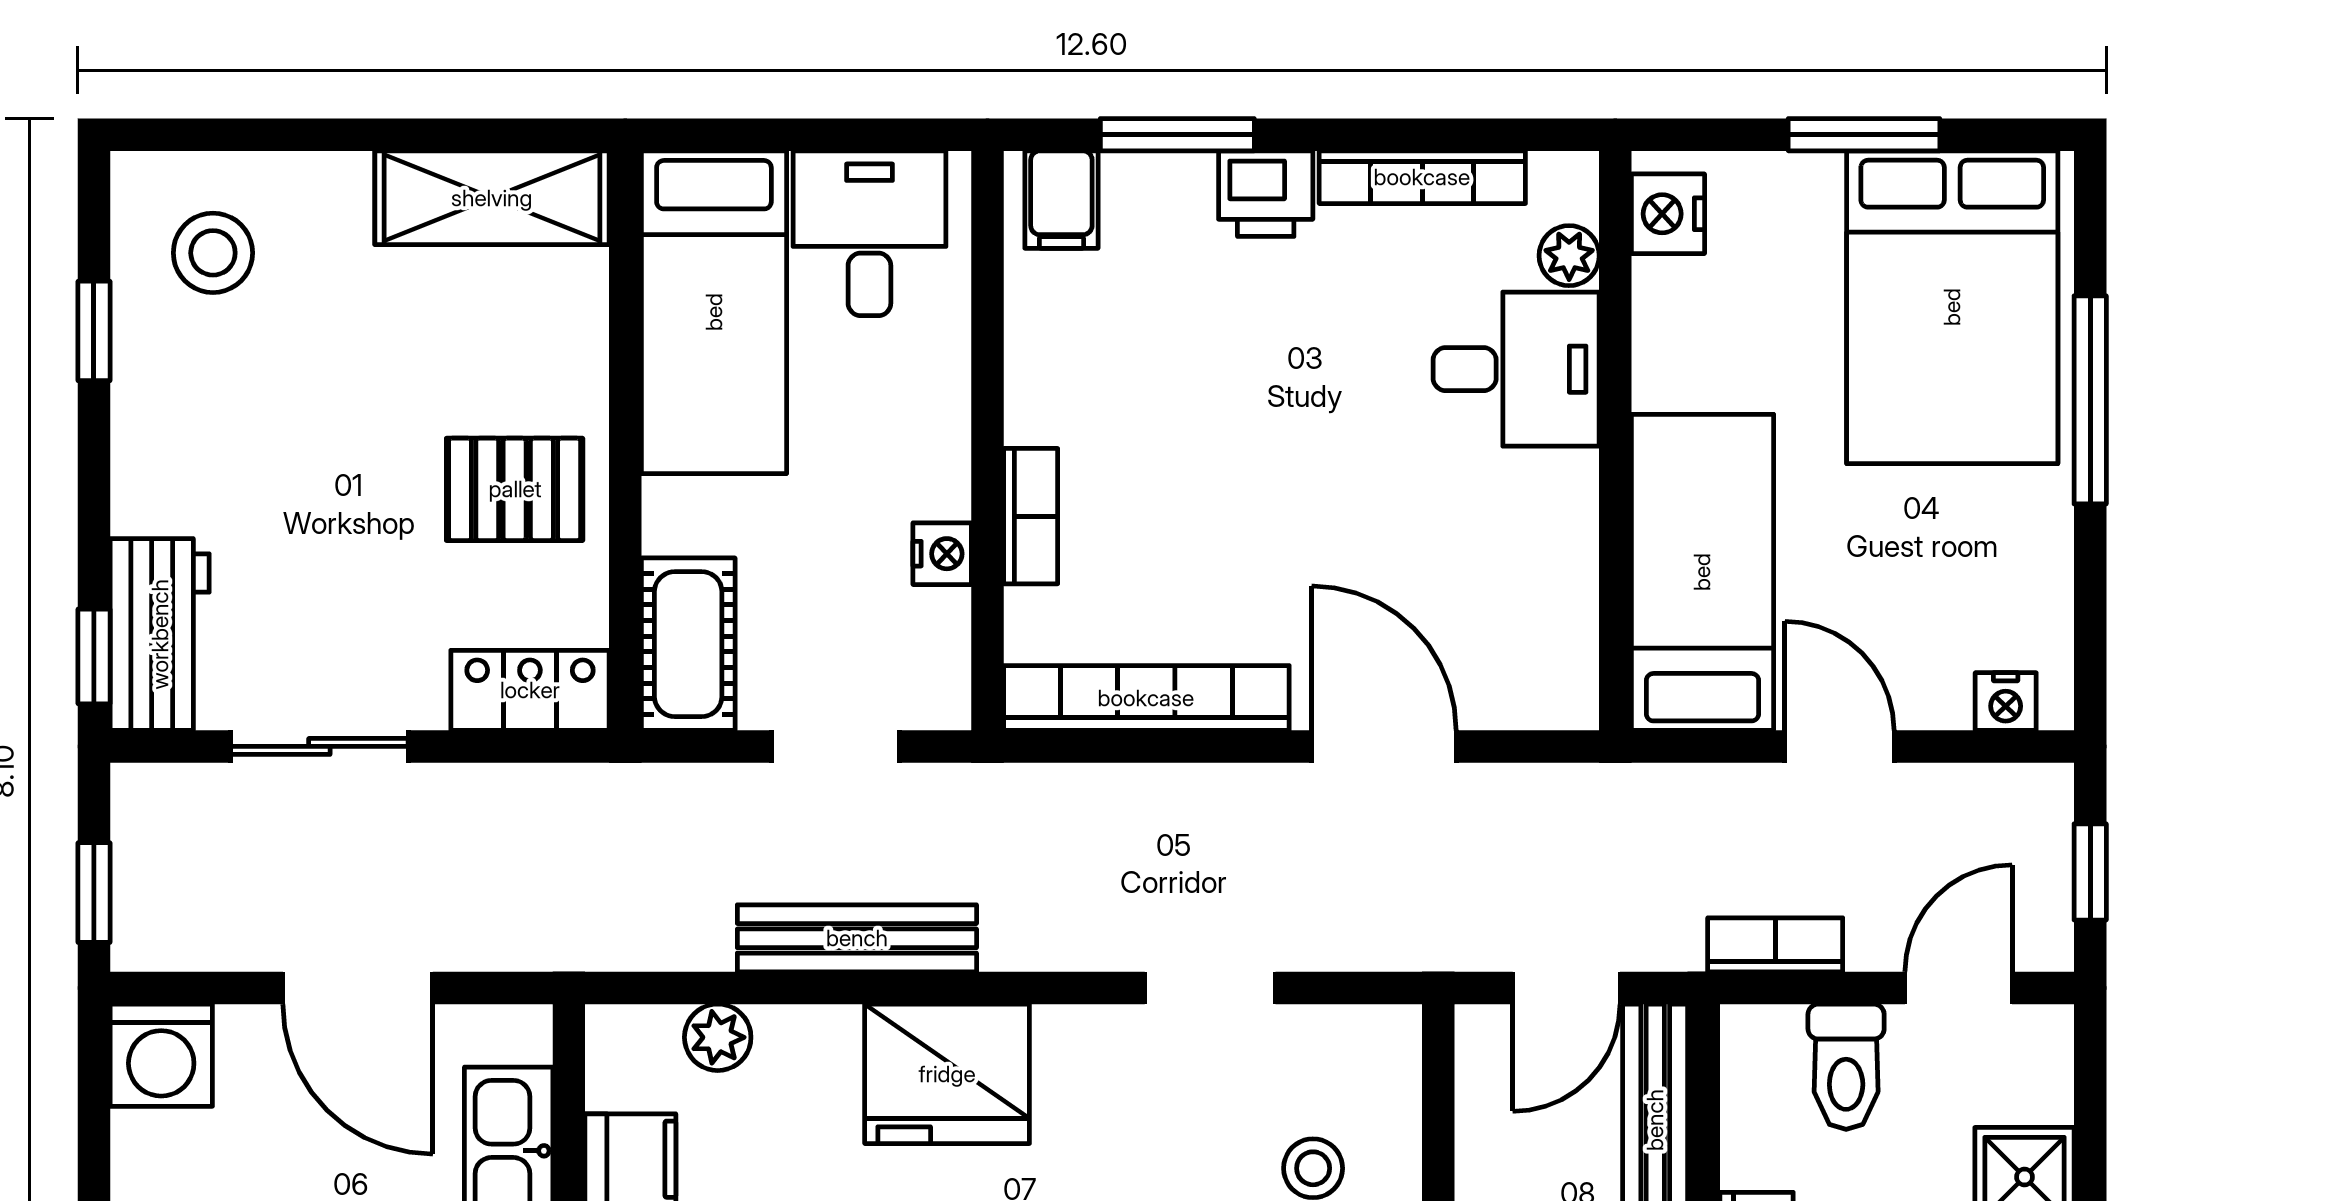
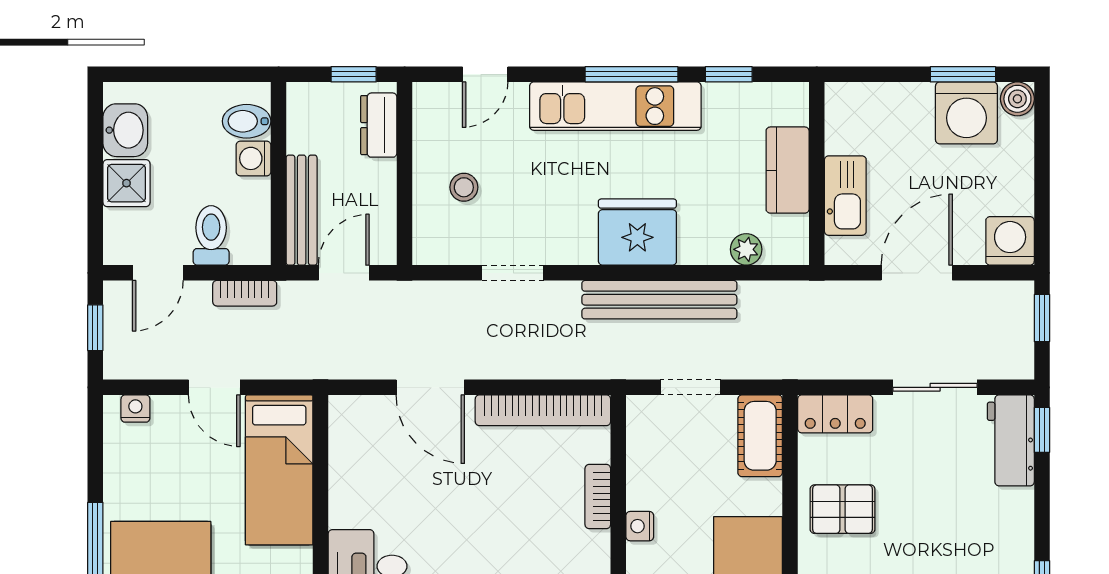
nightstand: (942, 554) -> (640, 526), moved
bench: (857, 938) -> (659, 300), width x1.37, depth x1.21
door: (358, 988) -> (917, 273), hinge flipped

